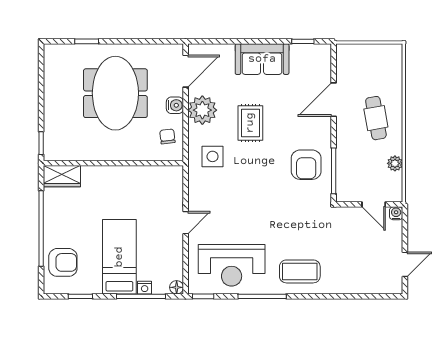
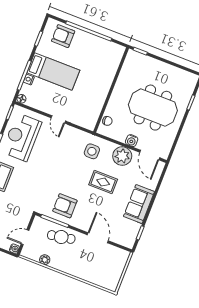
cafe table: (376, 118) -> (61, 237), moved
chair: (167, 136) -> (107, 121), moved
wardrobe: (62, 176) -> (115, 56), removed
armchair: (63, 262) -> (63, 36), turned 90

